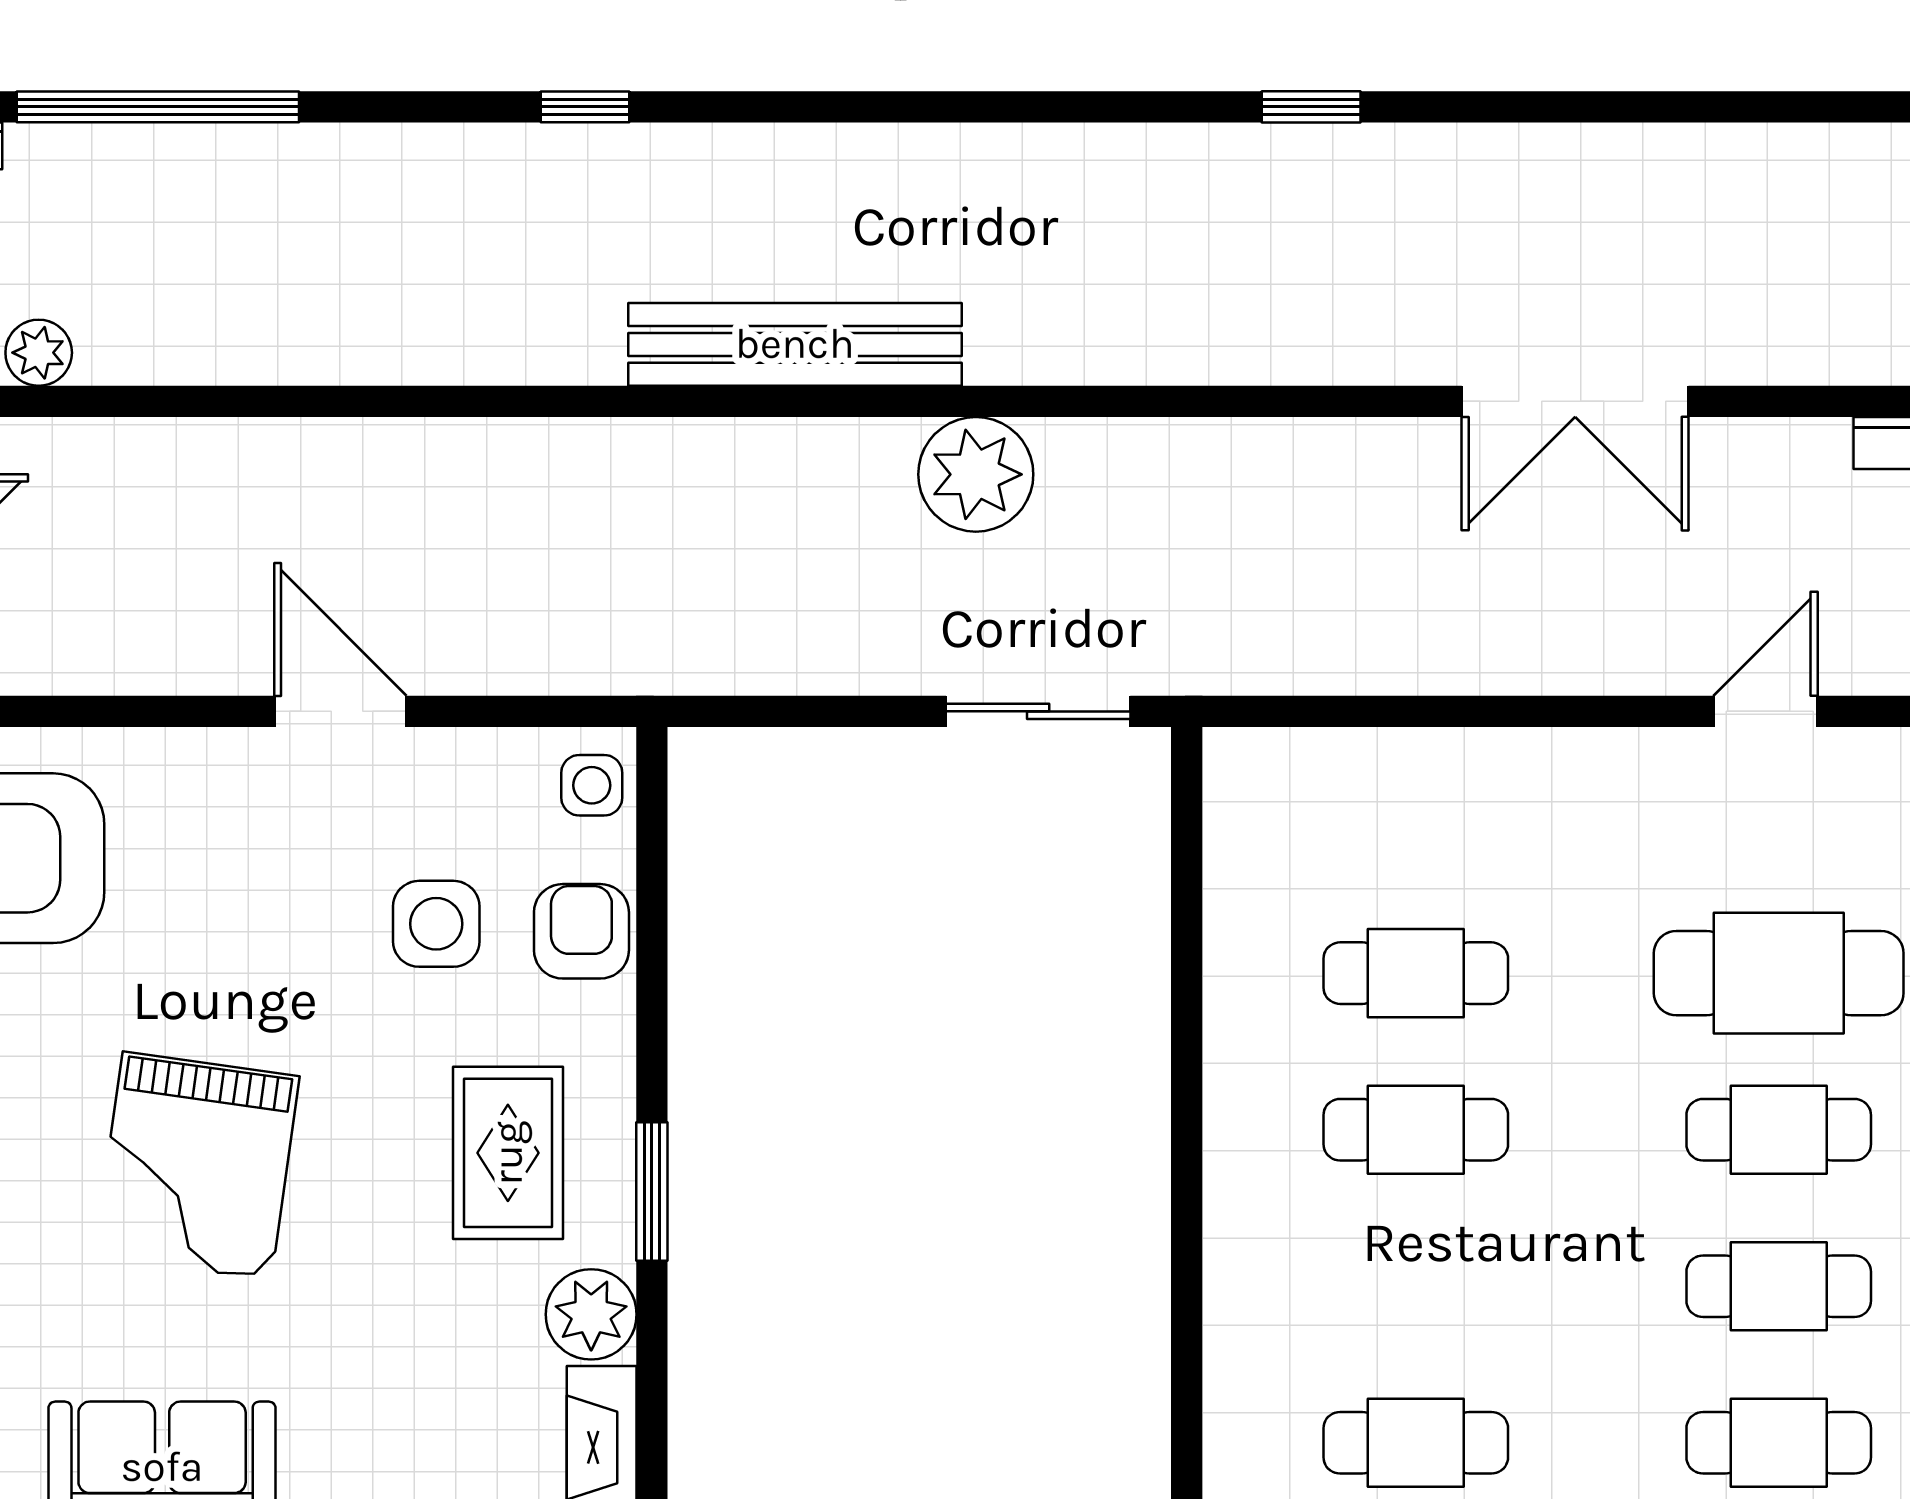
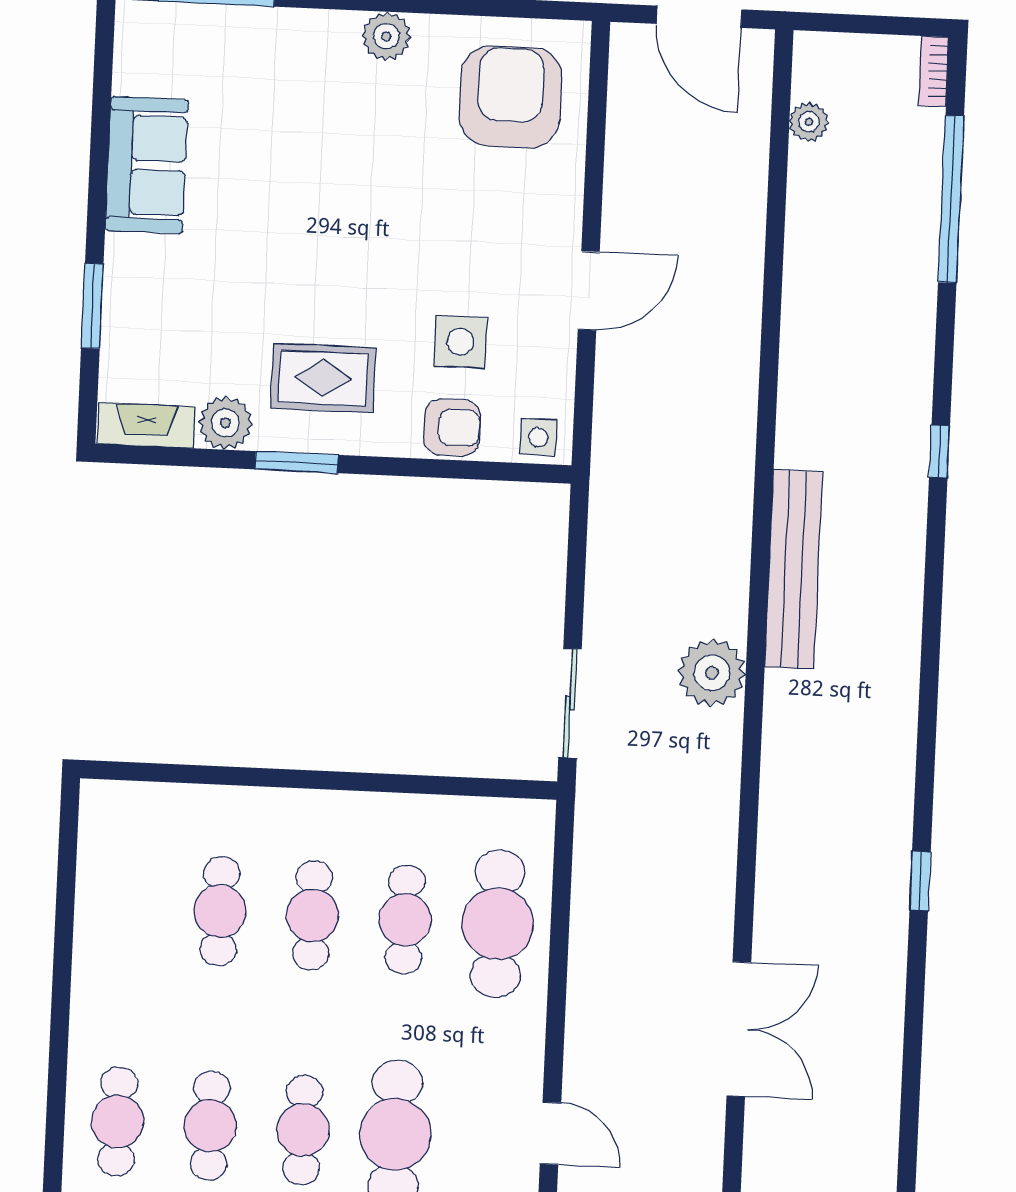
double door: (1575, 401) -> (739, 1029), swing flipped
cafe table: (1416, 817) -> (498, 924), added
grand piano: (197, 1166) -> (324, 194), removed
cafe table: (1416, 1443) -> (220, 911), moved

